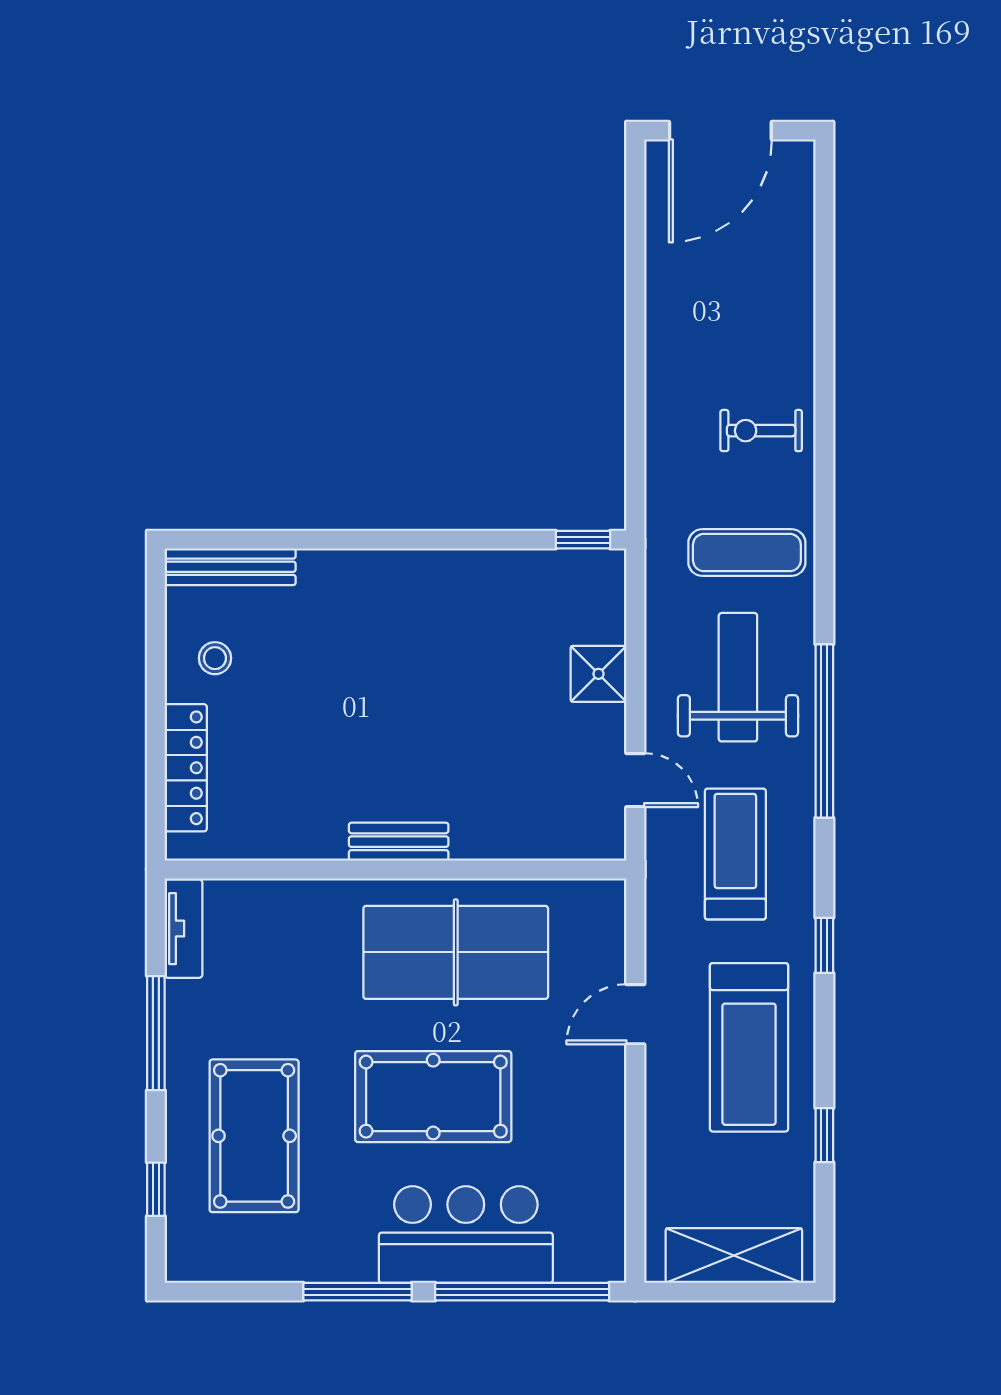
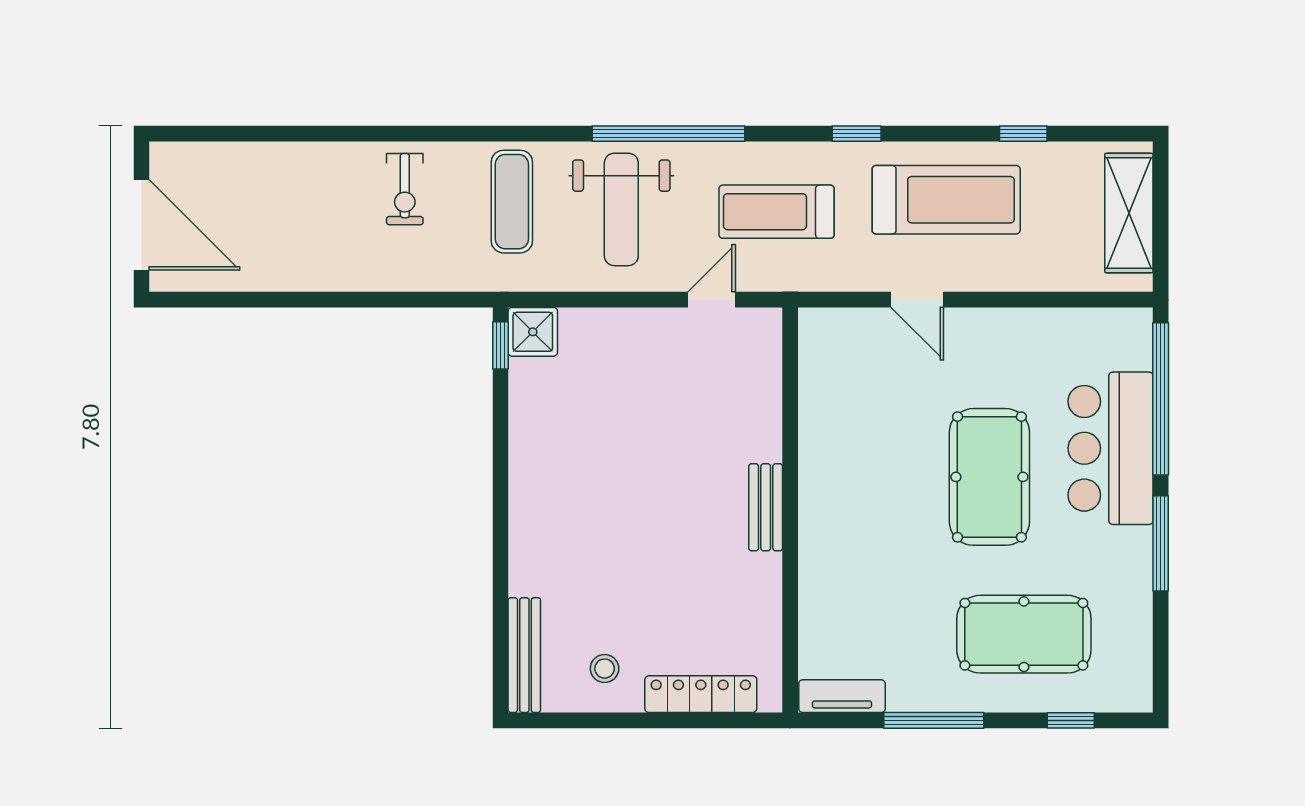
shower: (599, 674) -> (533, 332), moved
weight bench: (738, 677) -> (621, 209), turned -90
table tennis table: (456, 952) -> (863, 457), removed

